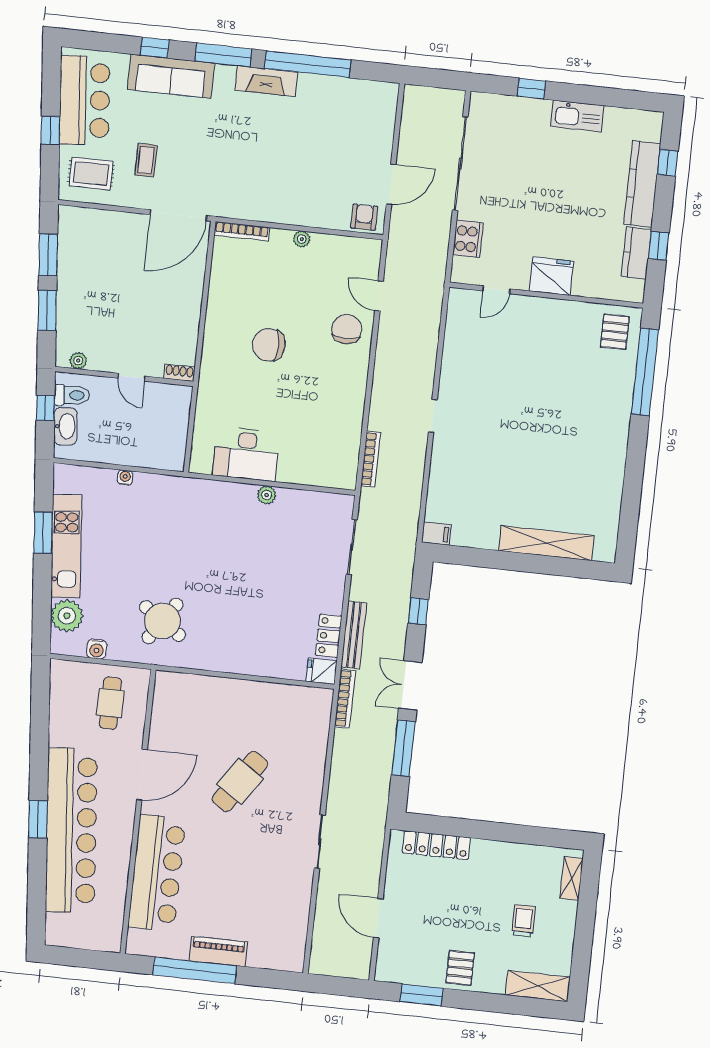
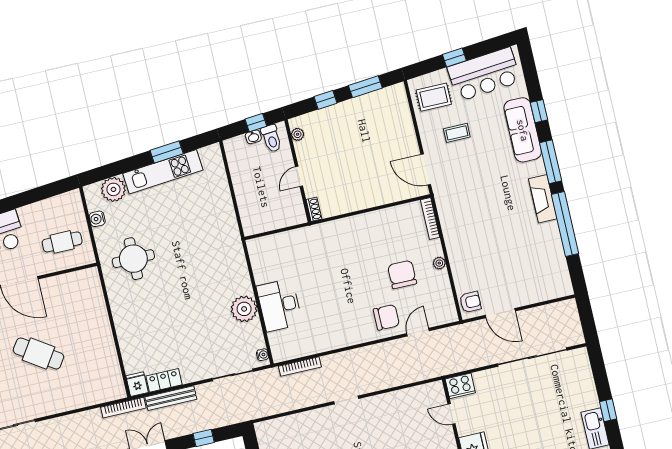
window: (531, 89) -> (608, 410), moved
rug: (91, 174) -> (434, 97), turned 90
door: (178, 215) -> (426, 170), width x0.73
cooker: (468, 239) -> (460, 386), moved
window: (47, 311) -> (325, 100), width x0.67
chair: (269, 345) -> (402, 275), moved
washbasin: (65, 426) -> (253, 137), width x0.52, depth x0.69
desk: (246, 454) -> (279, 305), moved
water cooler: (125, 478) -> (263, 355), moved
plant: (267, 495) -> (244, 309), width x1.87, depth x1.87
filing cabinet: (436, 534) -> (263, 432), removed
round table: (162, 621) -> (133, 259), turned -34

